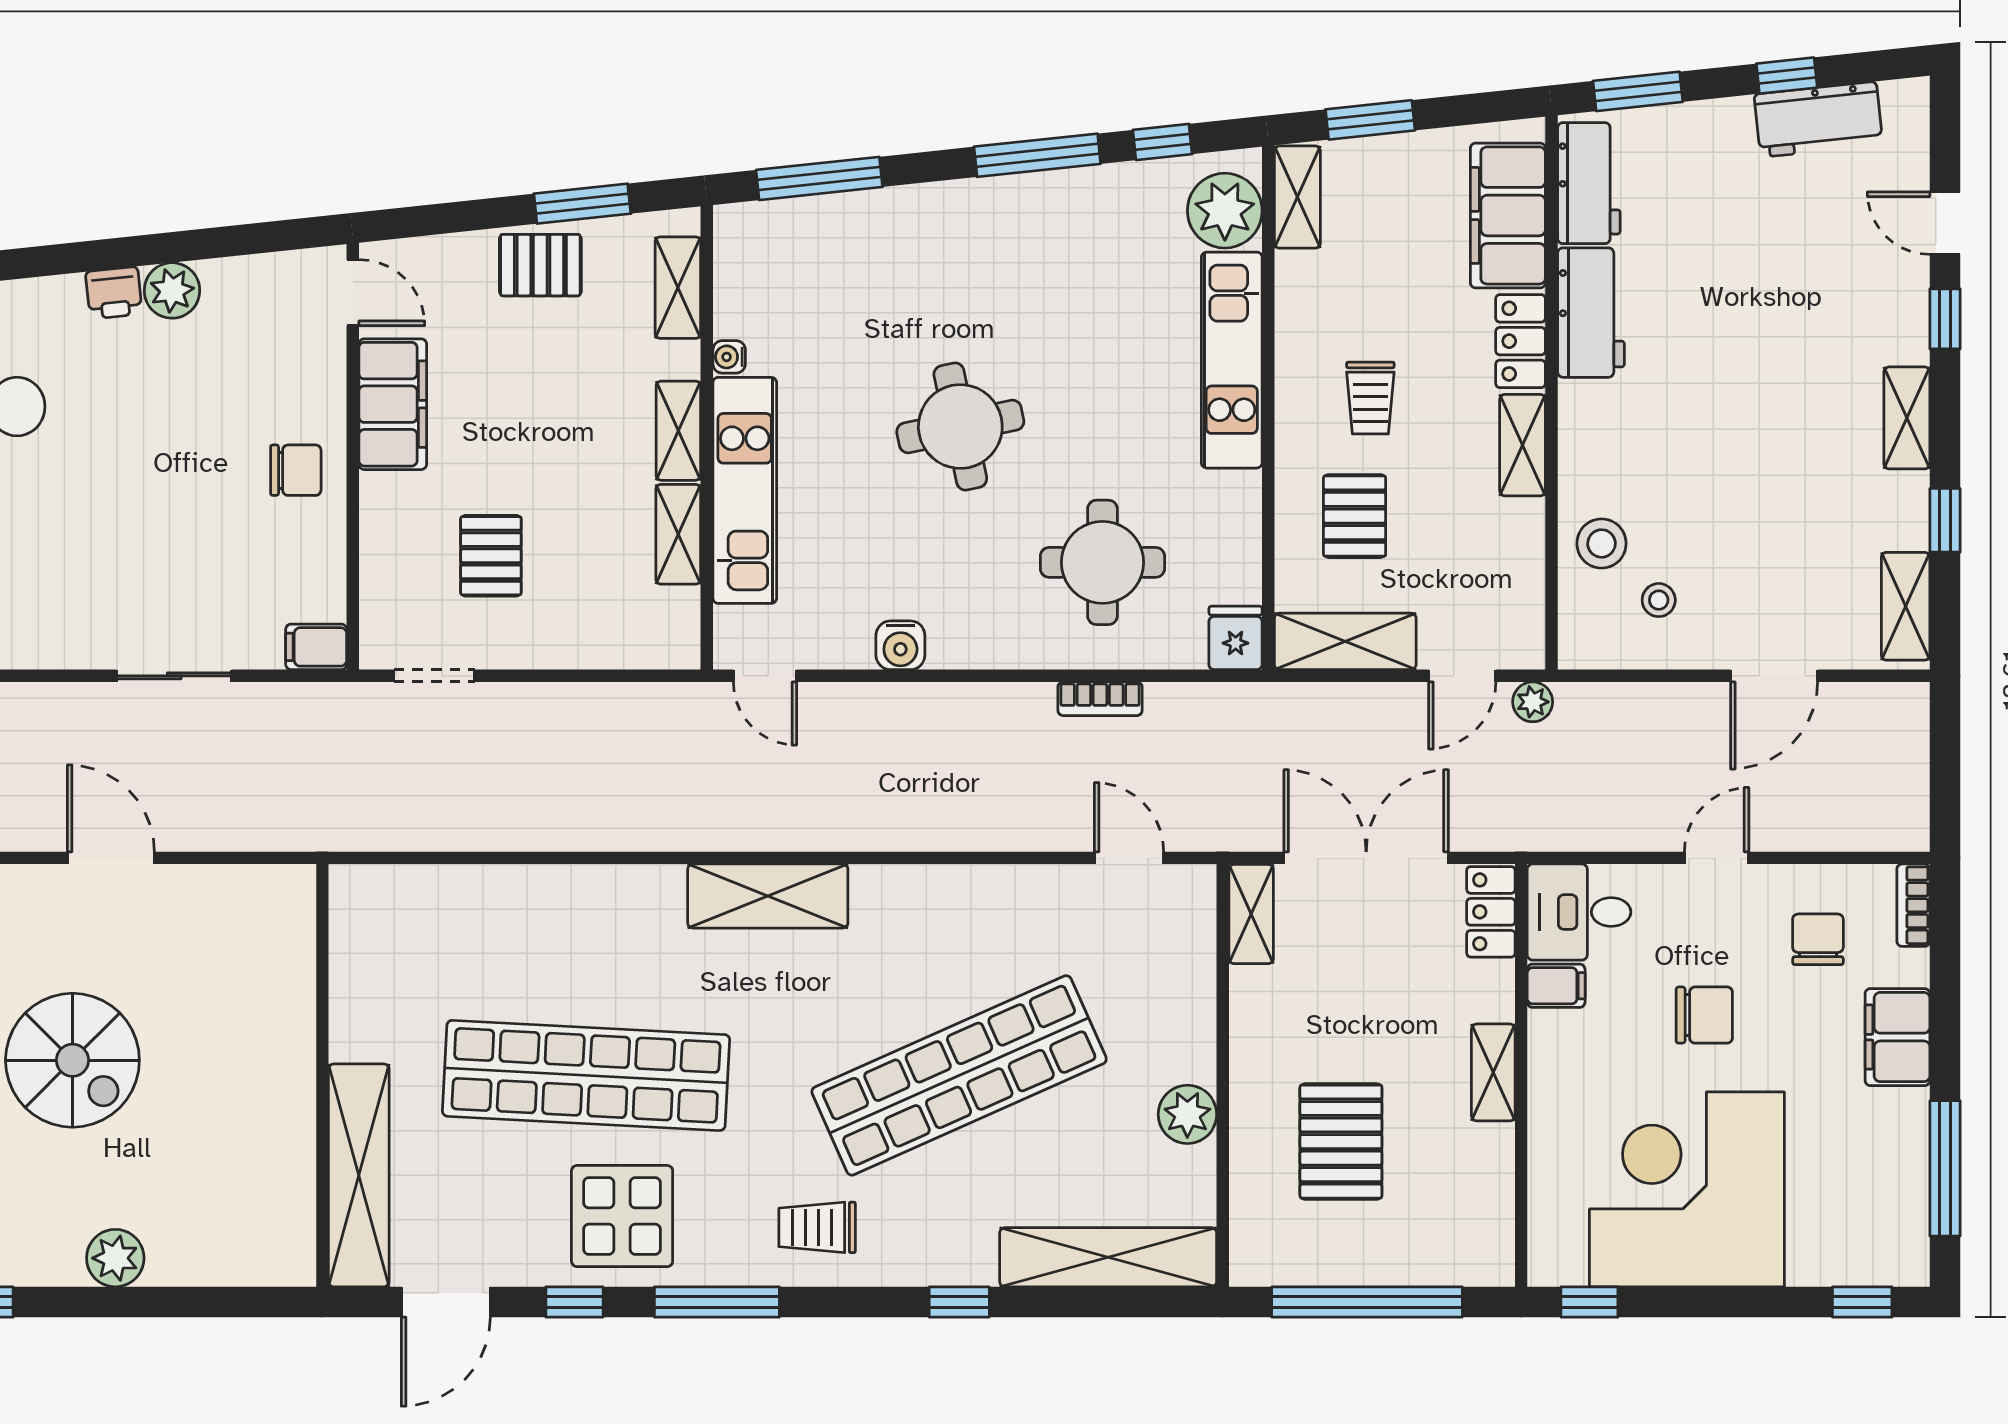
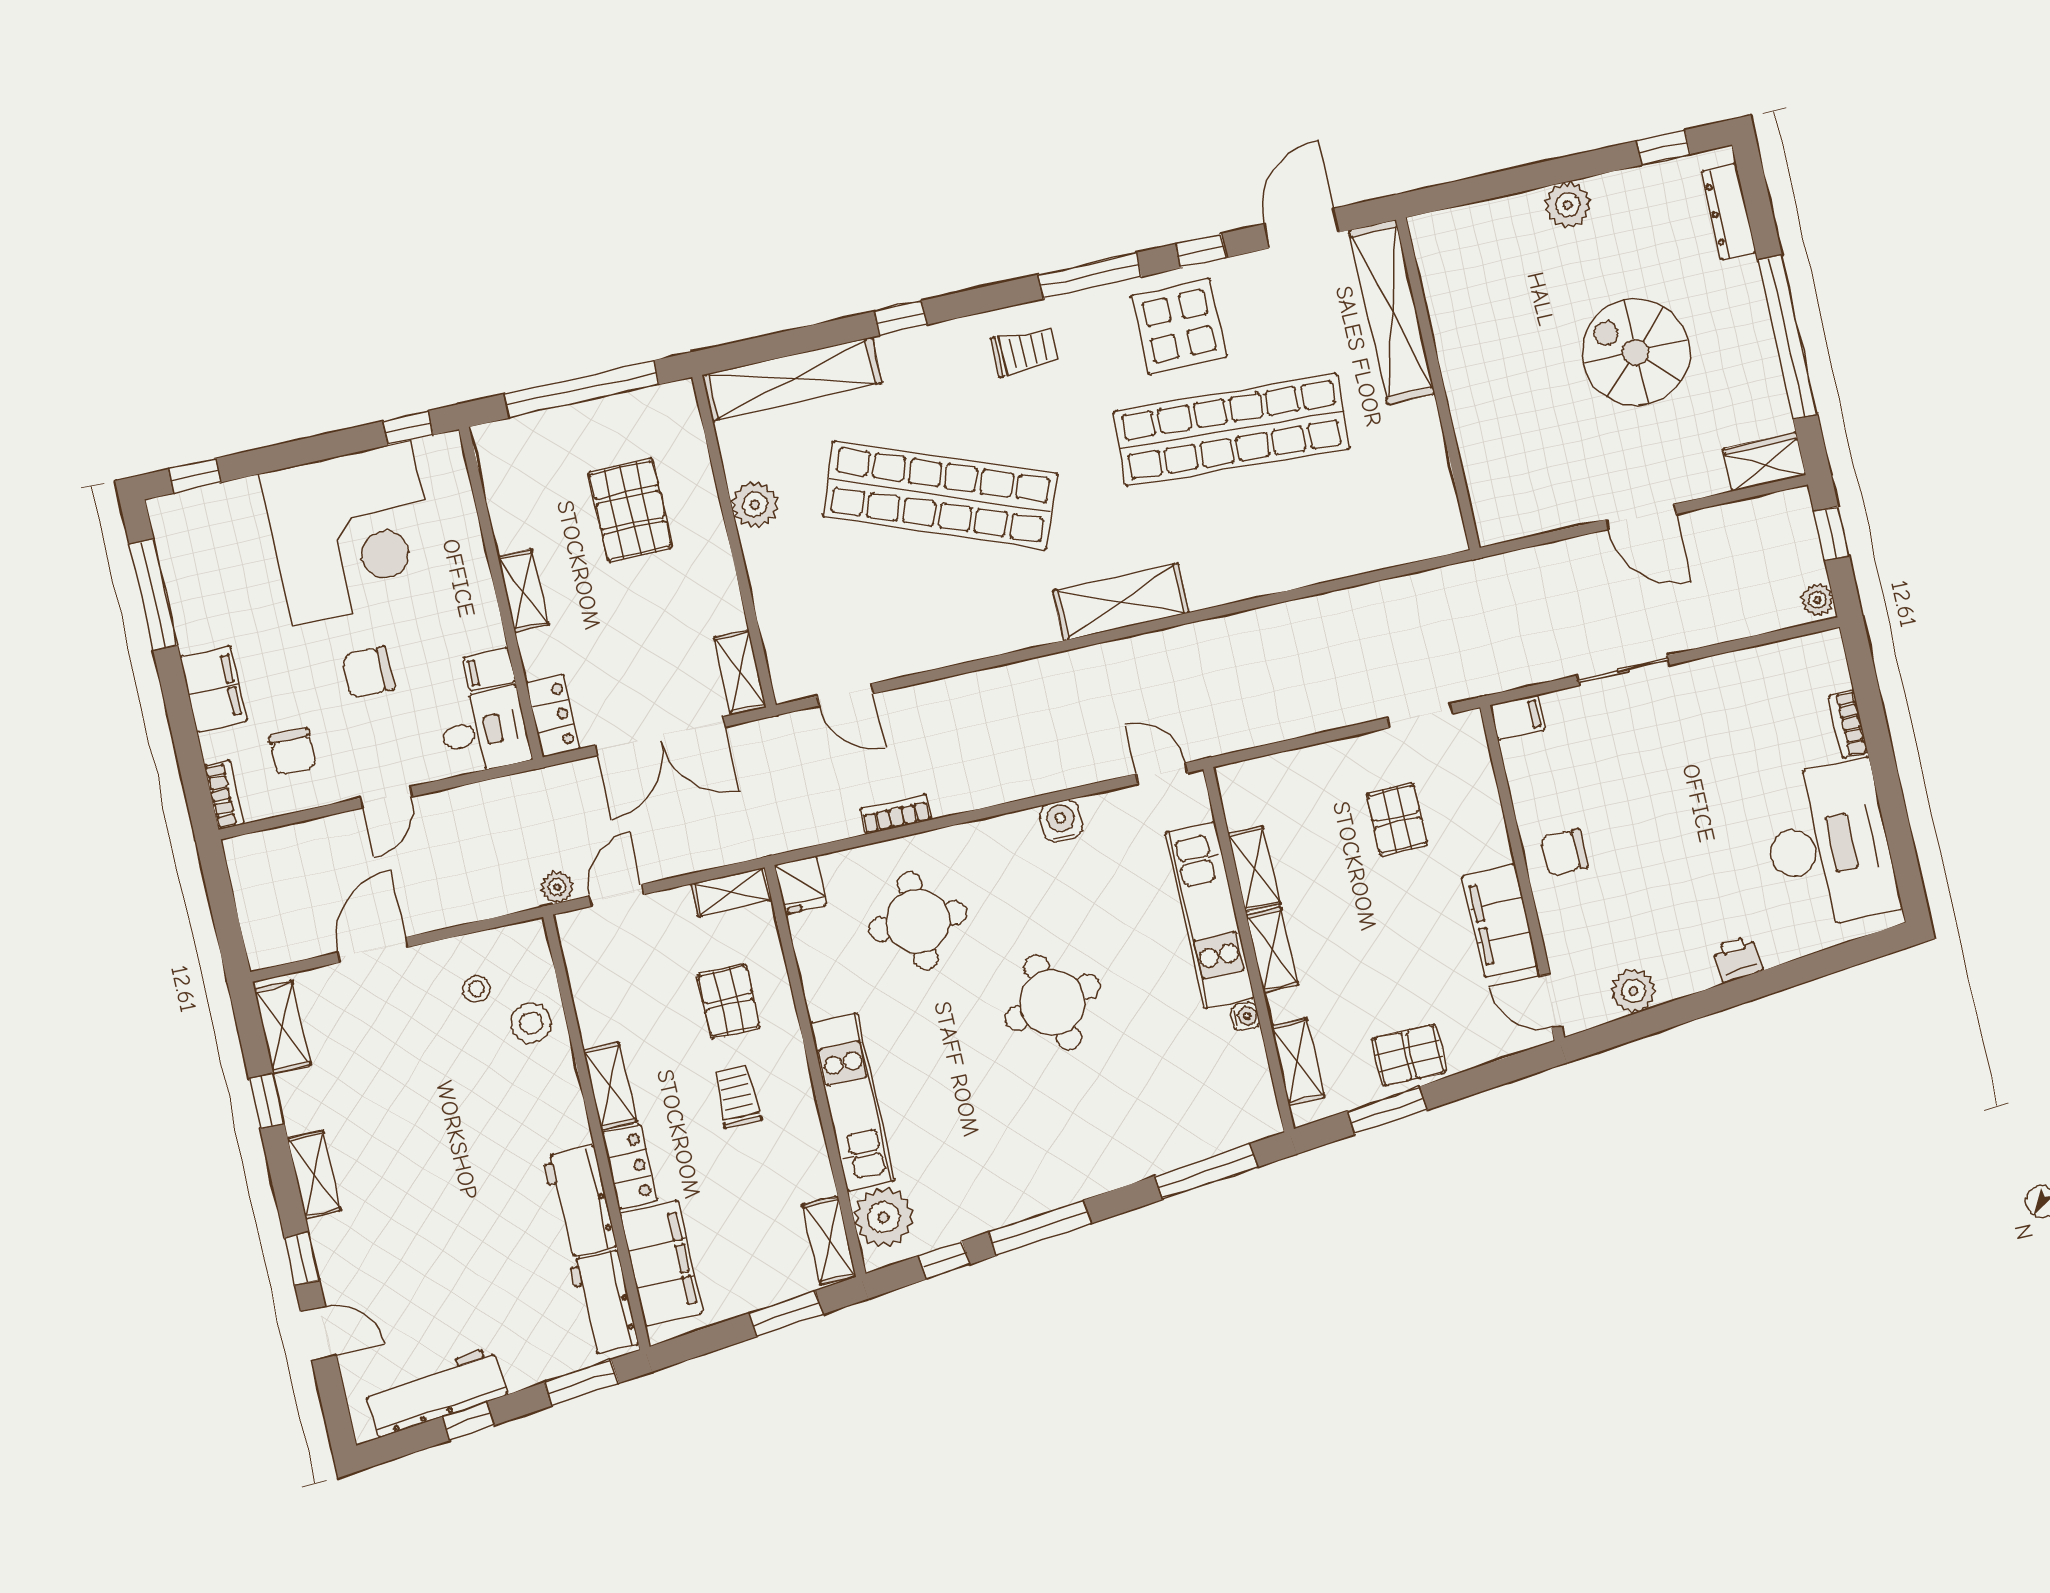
workbench: (1818, 119) -> (436, 1392), width x1.37
plant: (172, 290) -> (1633, 991), moved
shelving: (1345, 641) -> (731, 892), width x0.67, depth x0.75
shop shelf: (959, 1075) -> (940, 495), turned 45

